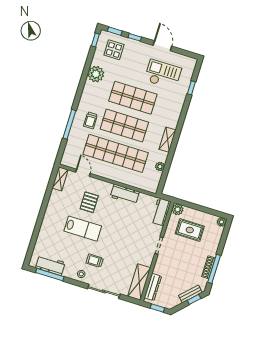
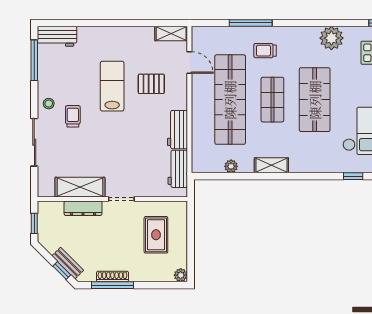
shop shelf: (124, 126) -> (272, 100), width x0.70, depth x0.74
door: (83, 173) -> (189, 62), hinge flipped
plant: (178, 209) -> (179, 209), removed
workbench: (161, 212) -> (178, 169), moved, turned -90
lab bench: (83, 229) -> (112, 86), turned 180
workbench: (50, 265) -> (57, 36), moved, turned 90
shelving: (139, 282) -> (80, 187), moved
dresser: (153, 287) -> (83, 208), moved

